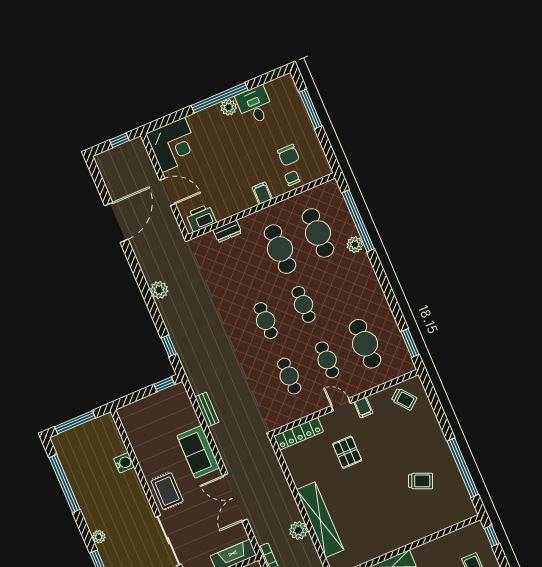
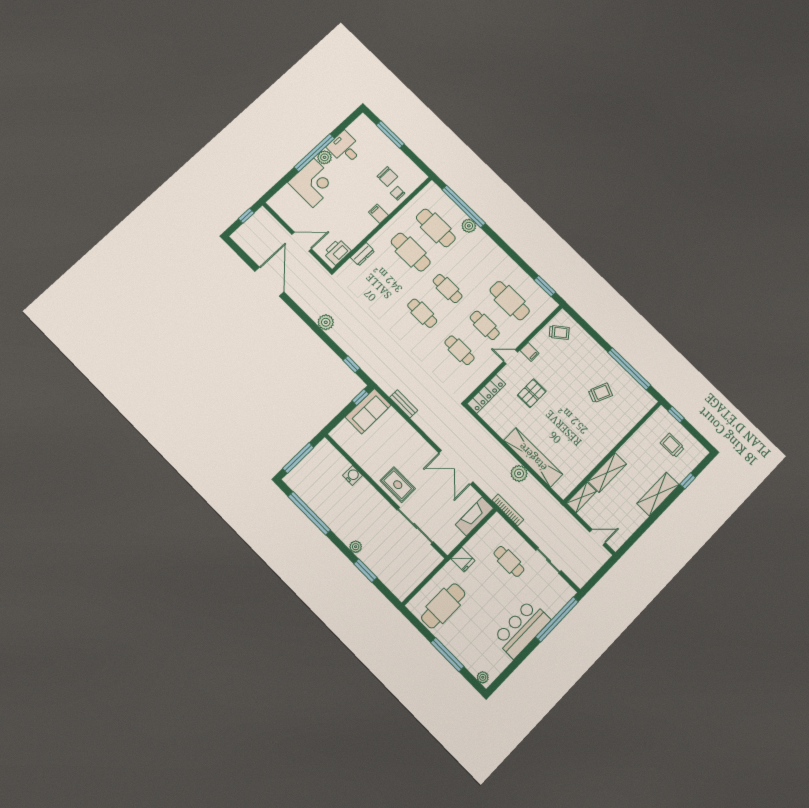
corner desk: (173, 145) -> (313, 183), moved
sofa: (198, 452) -> (368, 411), moved, turned -90
pallet: (347, 452) -> (532, 393), turned 90

